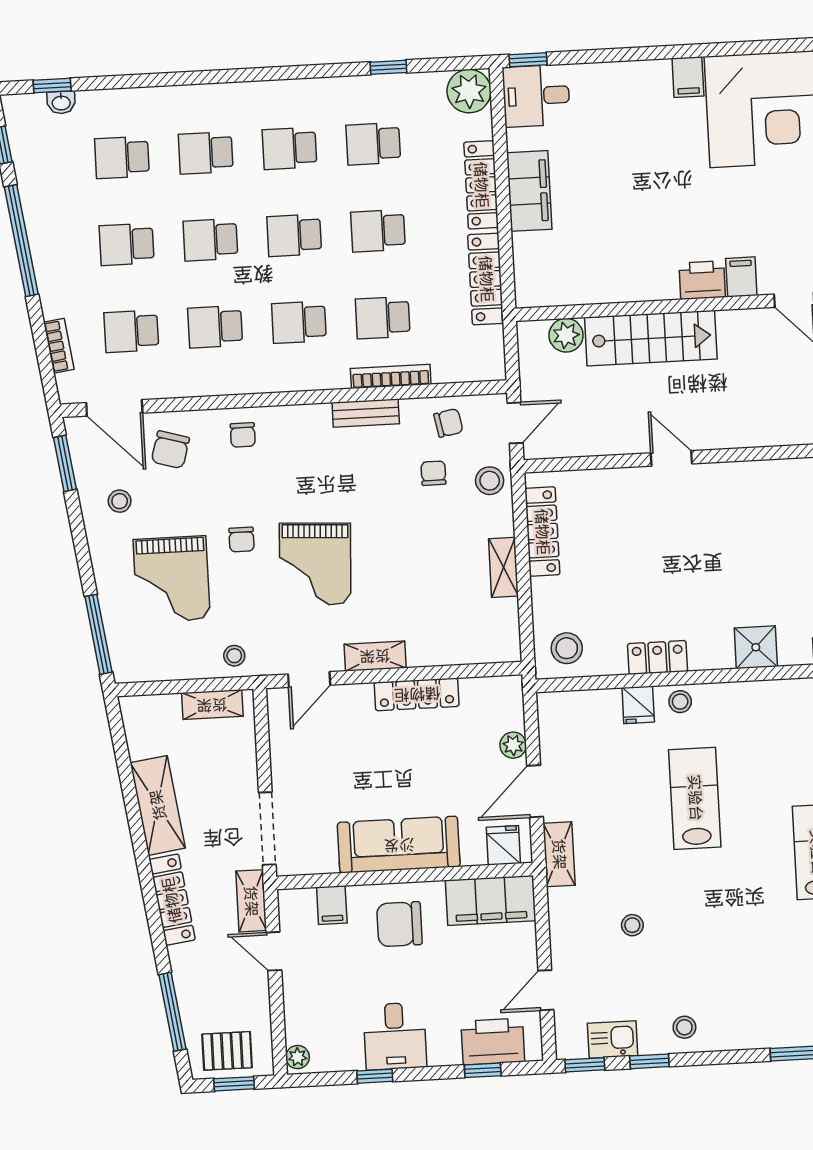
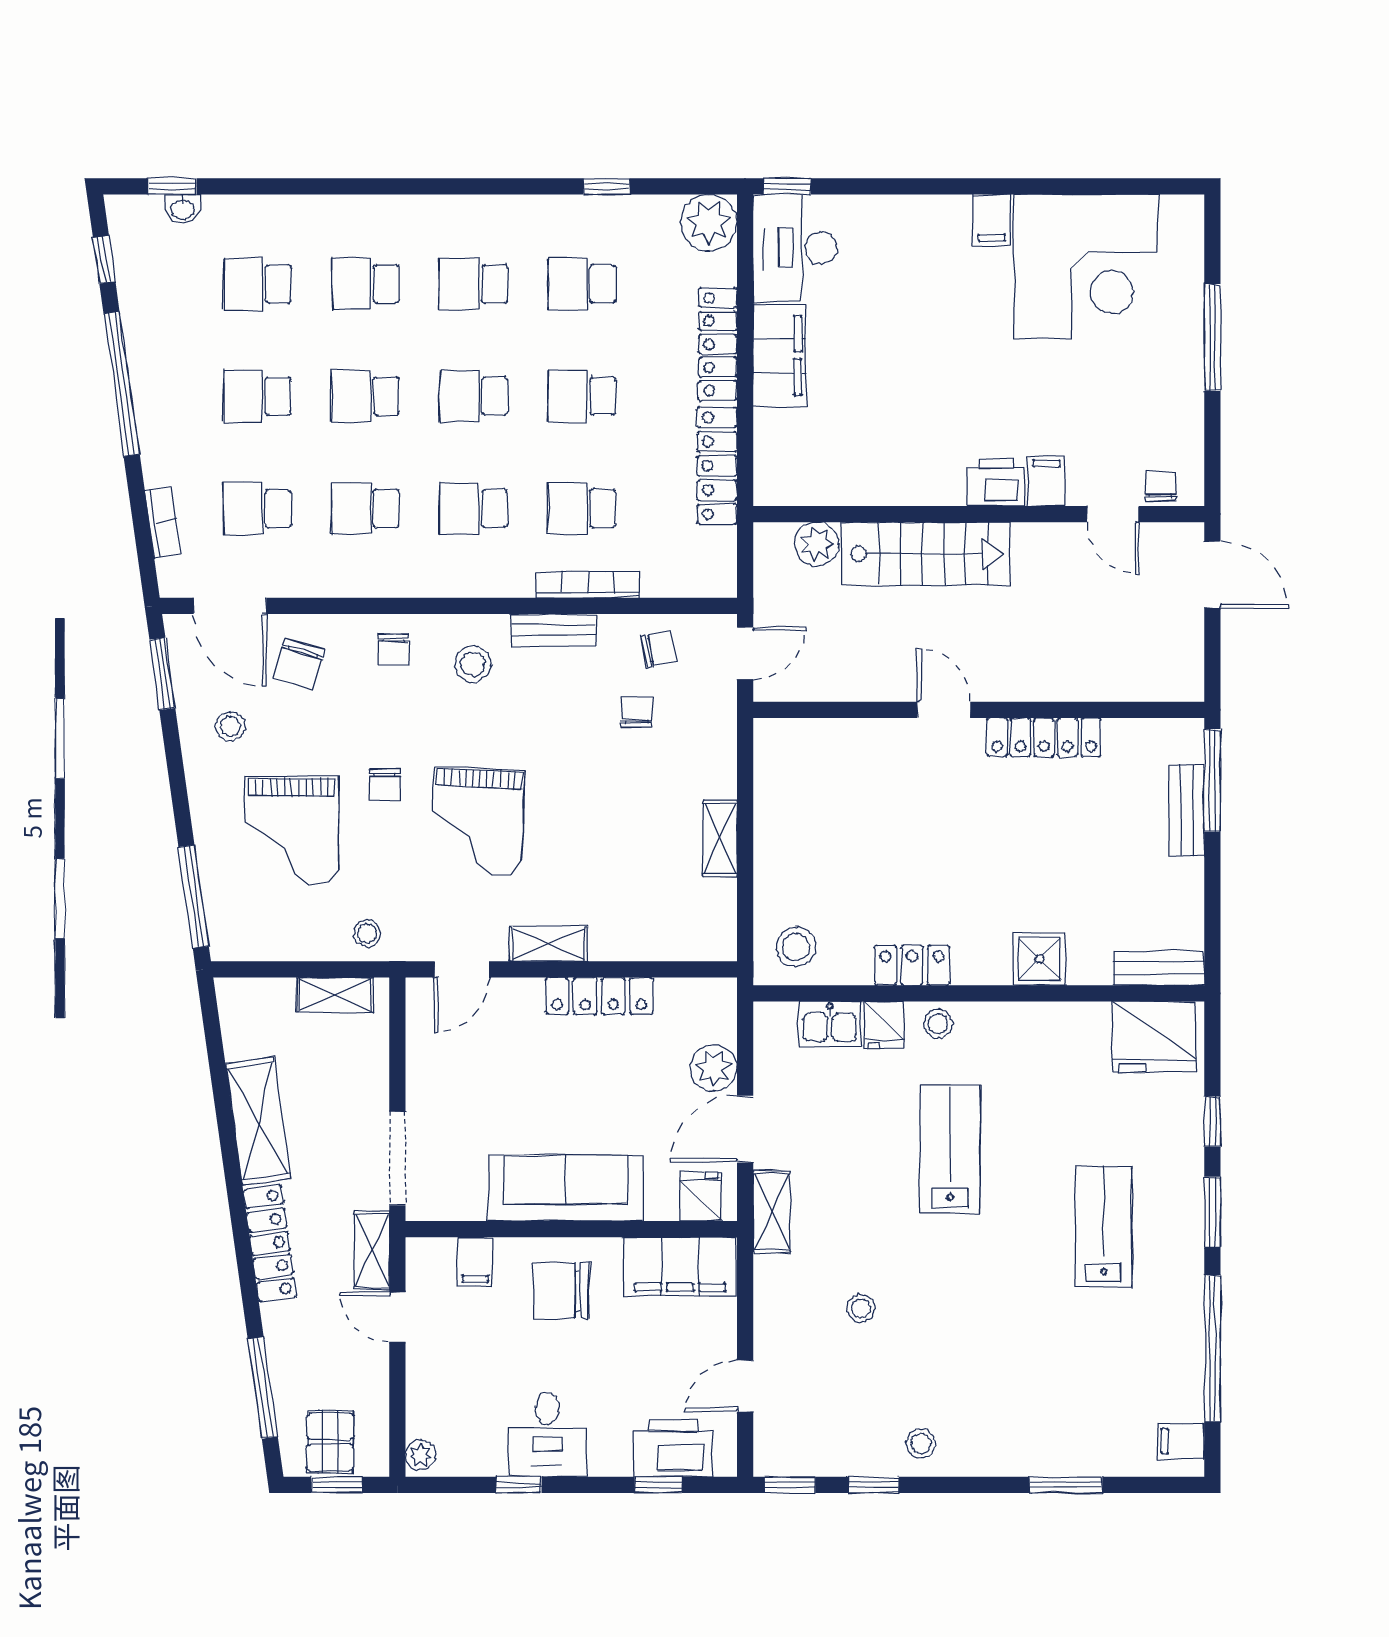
desk: (536, 96) -> (795, 248), width x1.37
stool: (490, 481) -> (473, 664), moved
locker: (542, 532) -> (1044, 737), moved, turned 90
plant: (513, 745) -> (714, 1068), width x1.38, depth x1.38
kitchen sink: (613, 1039) -> (830, 1024), moved, turned 180
pallet: (227, 1051) -> (330, 1442), turned 90

